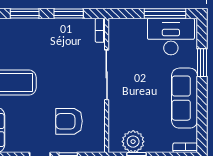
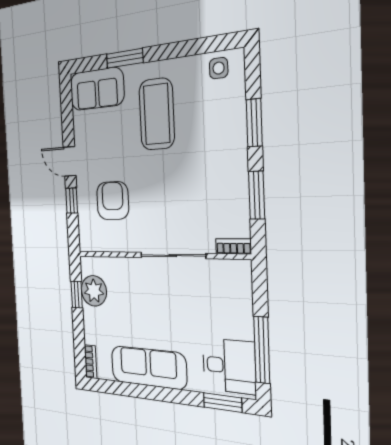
desk: (171, 37) -> (229, 366), width x0.73
window: (202, 63) -> (223, 403), moved

